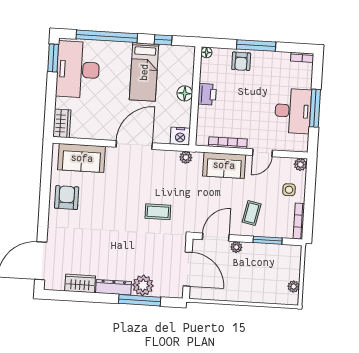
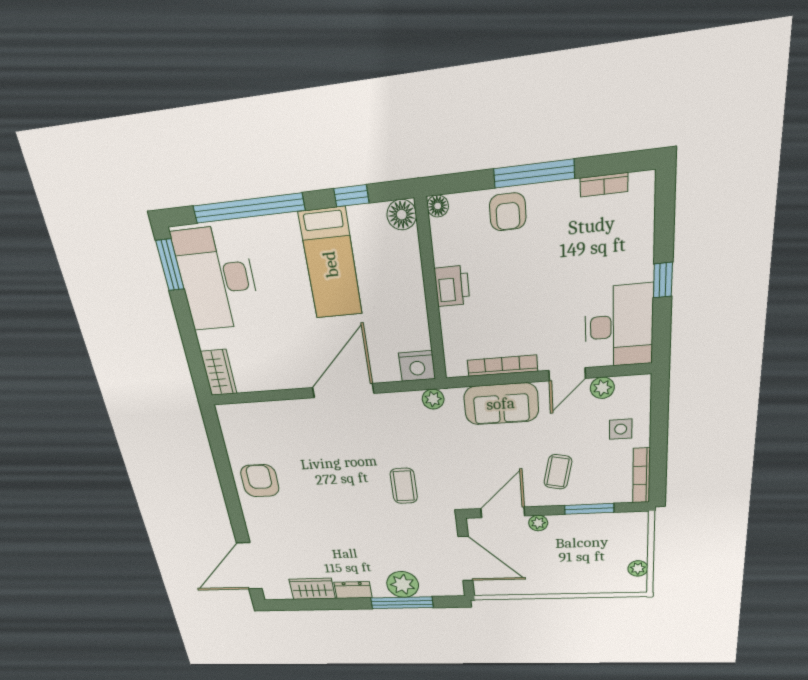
bookcase: (302, 57) -> (604, 185), moved
floor lamp: (185, 93) -> (402, 215), moved
window: (315, 108) -> (663, 280), width x0.46
desk: (293, 111) -> (619, 326), moved
sofa: (82, 158) -> (265, 421), removed
plant: (300, 164) -> (602, 388), moved
coffee table: (158, 212) -> (404, 486), turned 90
dresser: (114, 287) -> (353, 590), width x0.70

